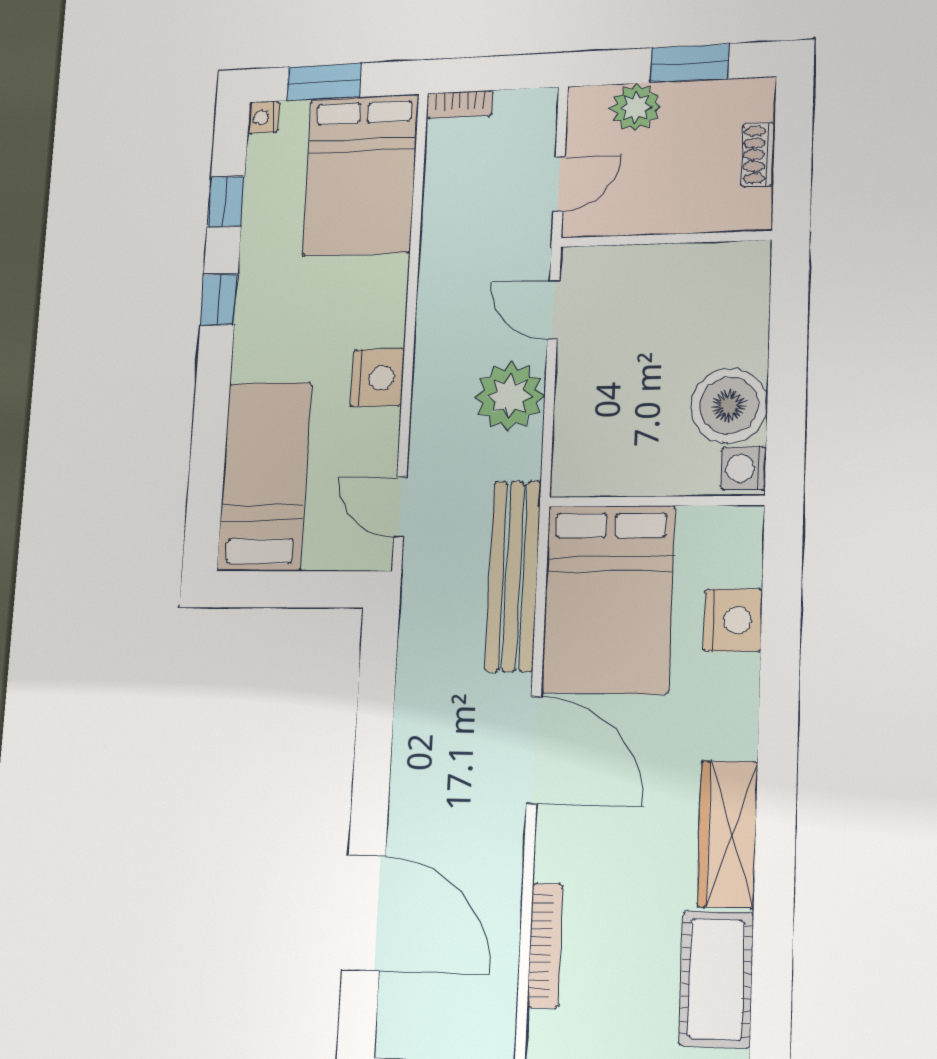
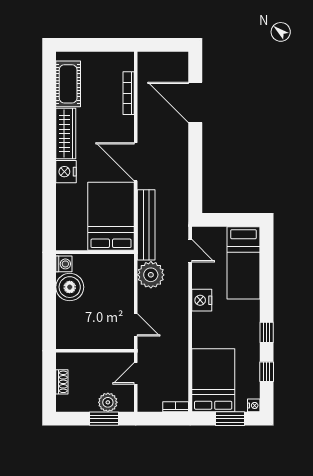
window: (690, 63) -> (104, 419), moved
plant: (509, 396) -> (151, 275), moved
nightstand: (733, 620) -> (66, 172), moved

